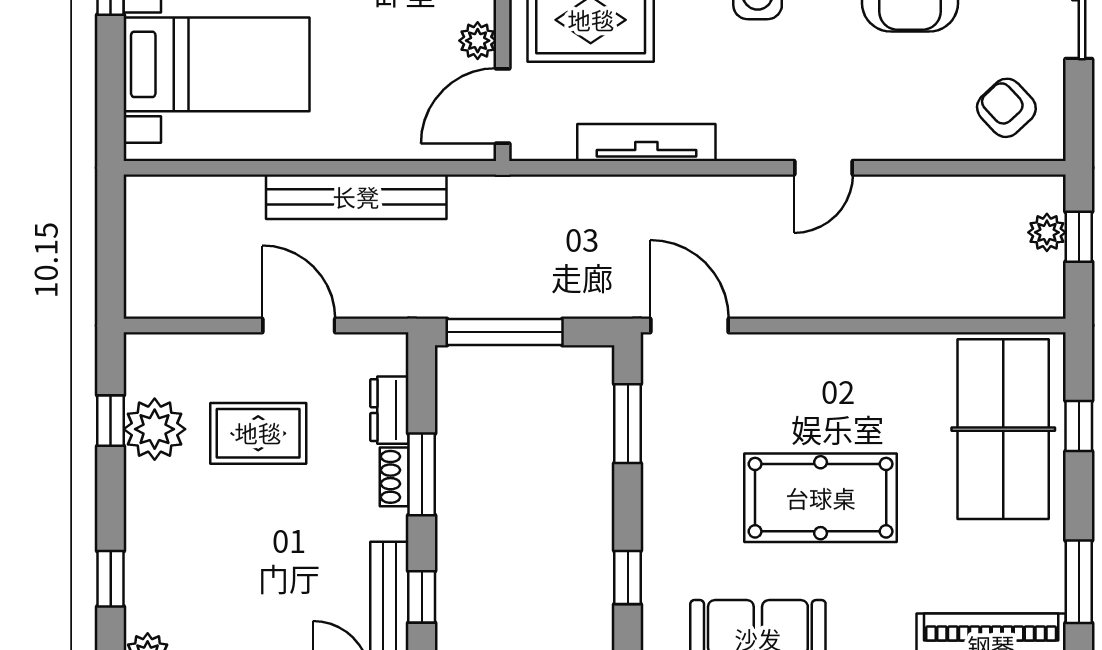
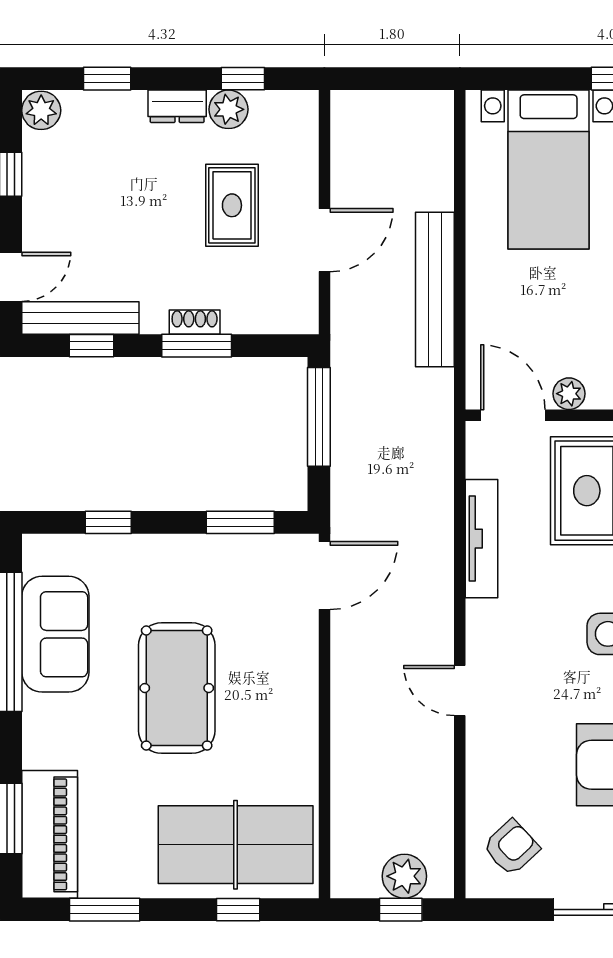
plant: (1047, 232) -> (404, 876), width x1.38, depth x1.38
dresser: (389, 410) -> (177, 106), moved, turned 180
plant: (155, 429) -> (228, 109), width x0.73, depth x0.73

